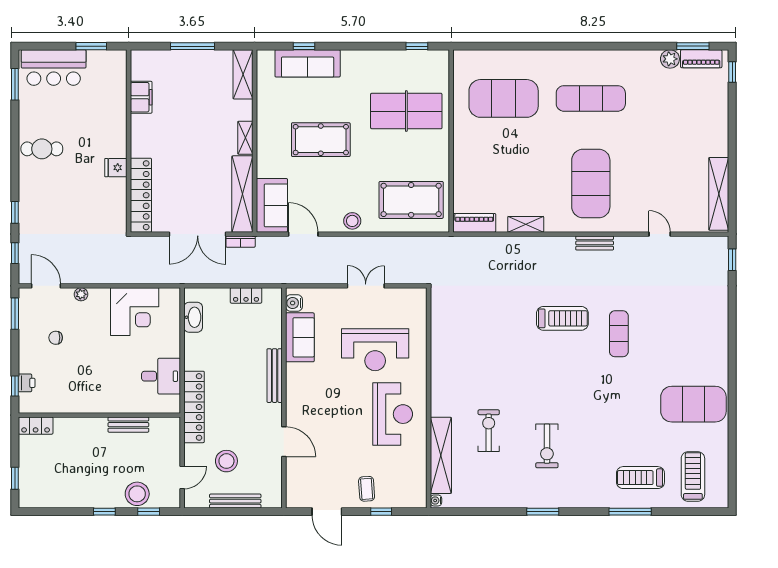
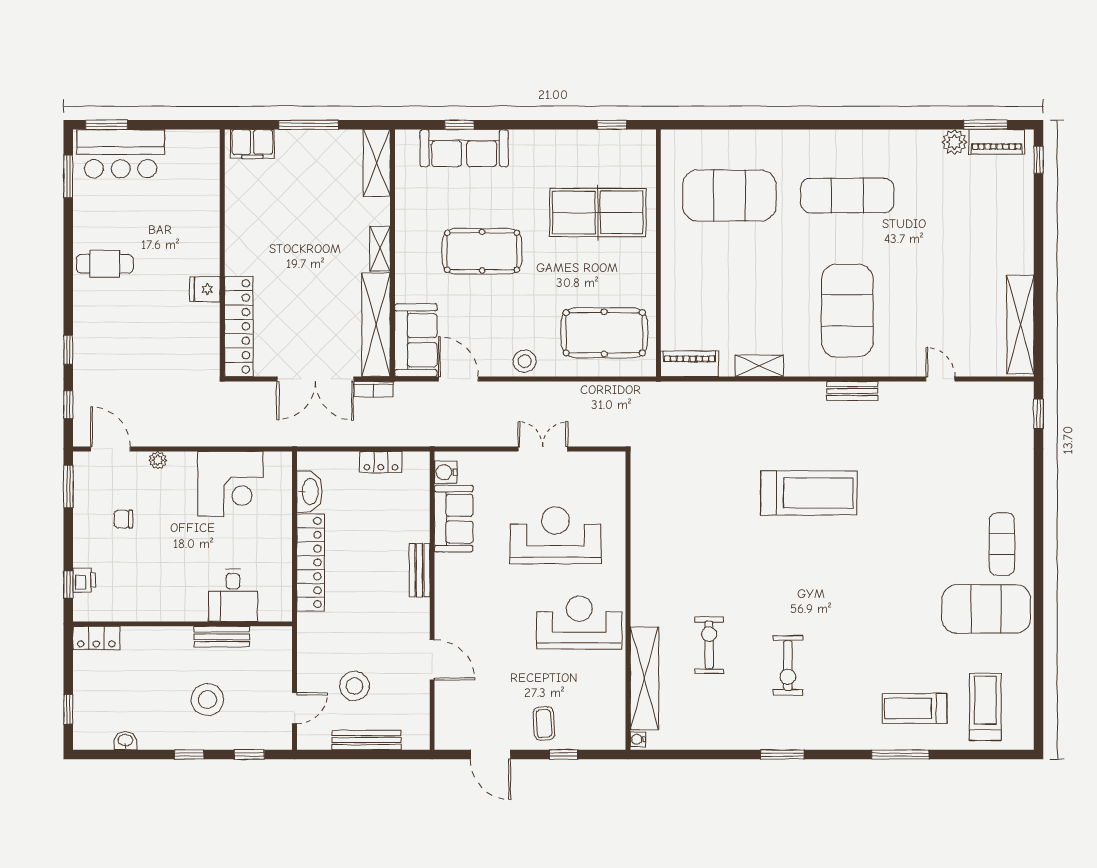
window: (91, 46) -> (106, 125), moved
filing cabinet: (141, 97) -> (252, 144), moved, turned 90
treadmill: (562, 318) -> (809, 493), width x1.37, depth x1.38
exercise mat: (619, 334) -> (1002, 544), moved
reception desk: (375, 350) -> (556, 535), turned 180
desk: (161, 376) -> (233, 595), moved, turned 90
bench: (275, 376) -> (420, 570), width x0.73
locker: (194, 407) -> (311, 563), moved
reception desk: (393, 414) -> (579, 622), turned -90
stool: (137, 494) -> (207, 700), moved
washbasin: (57, 501) -> (125, 741), added

